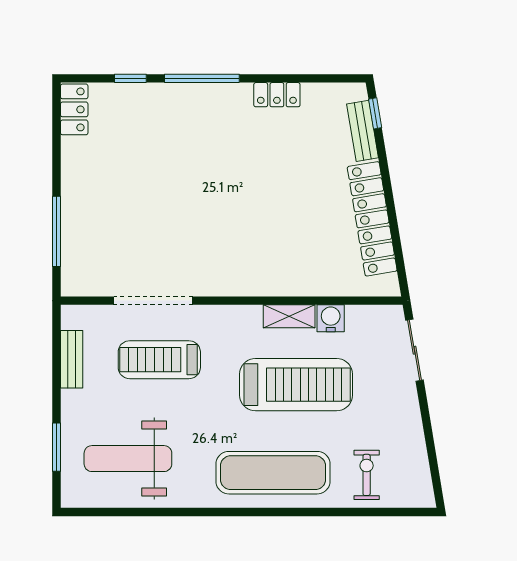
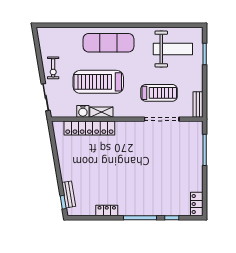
locker: (372, 219) -> (89, 128), moved, turned 99
bench: (72, 359) -> (198, 105), moved
exercise bike: (367, 475) -> (53, 68), moved

